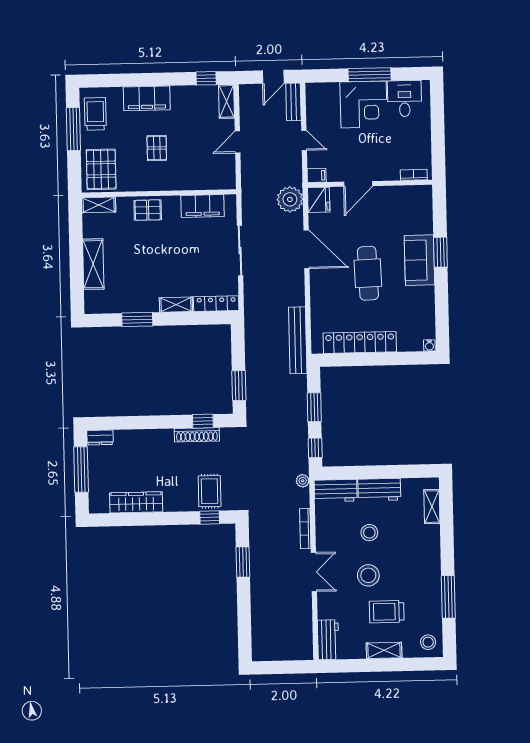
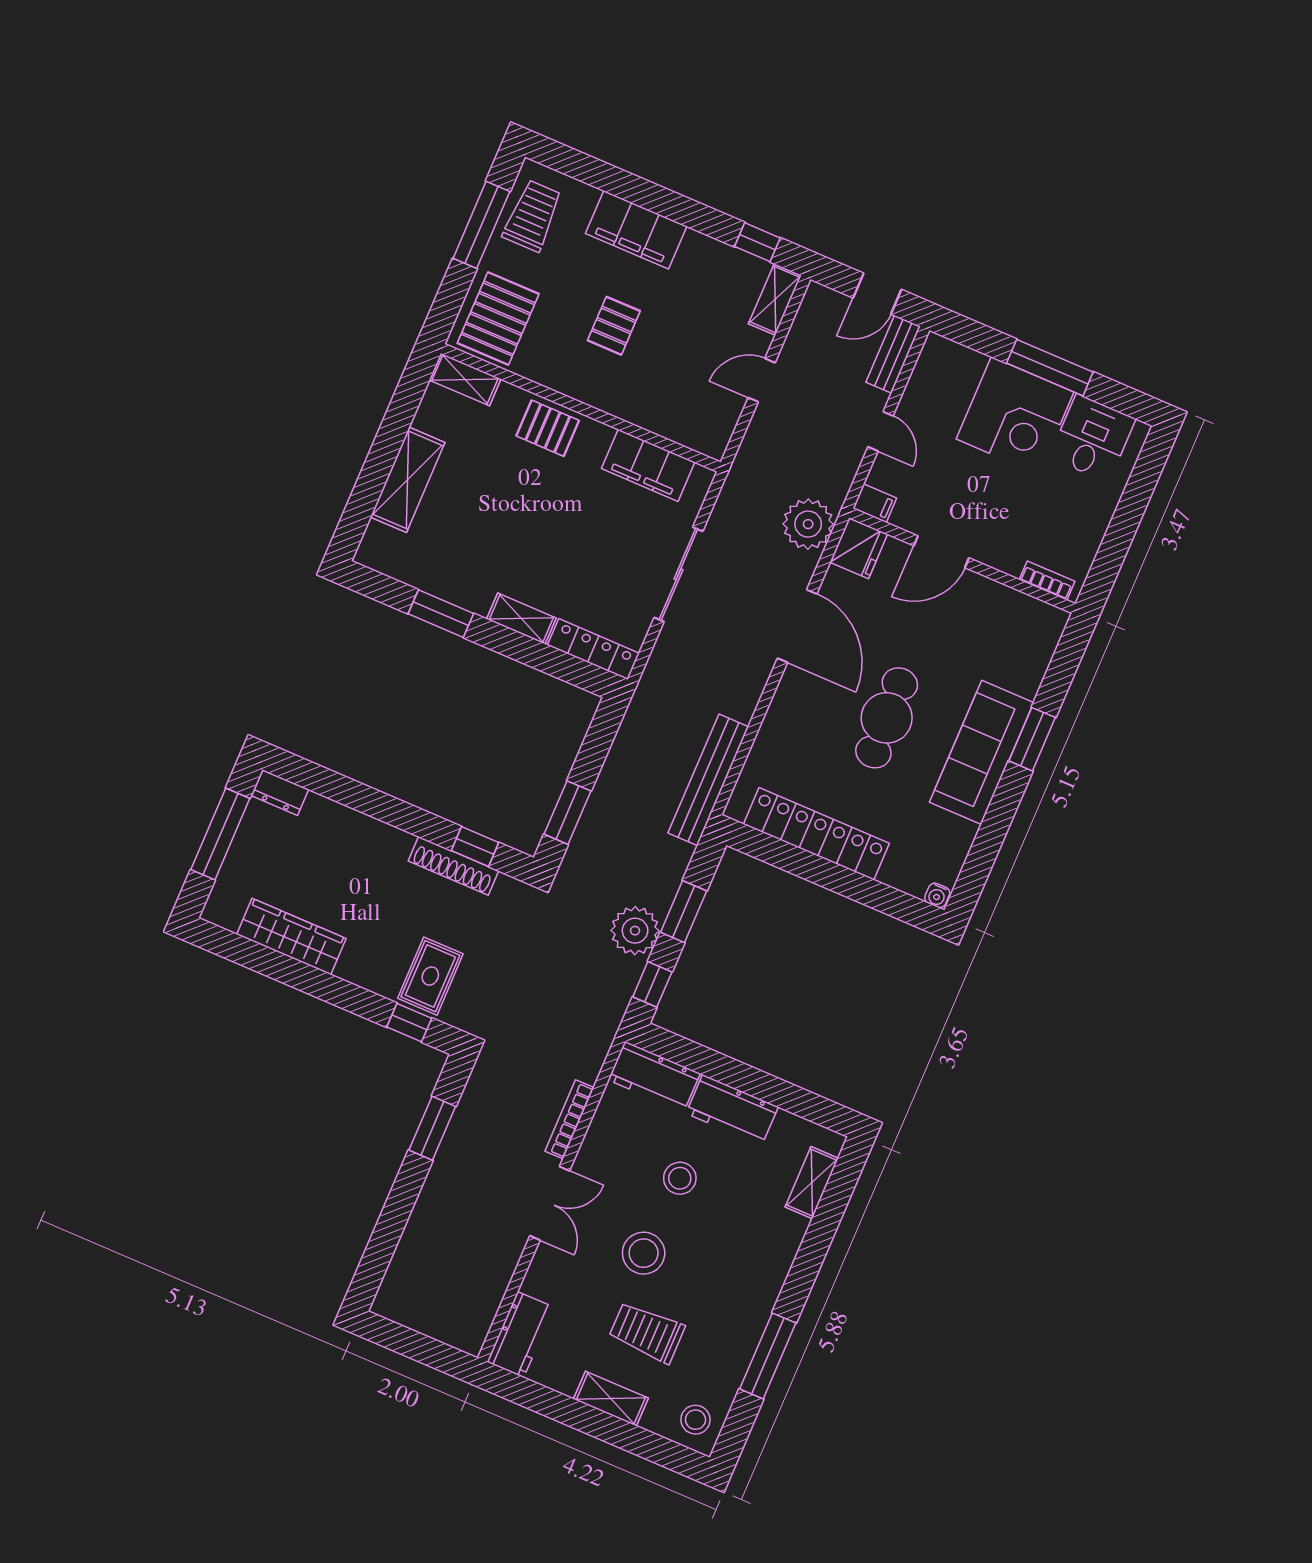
sofa: (419, 260) -> (982, 752), width x1.36
plant: (303, 481) -> (635, 931), moved, width x1.87, depth x1.87

